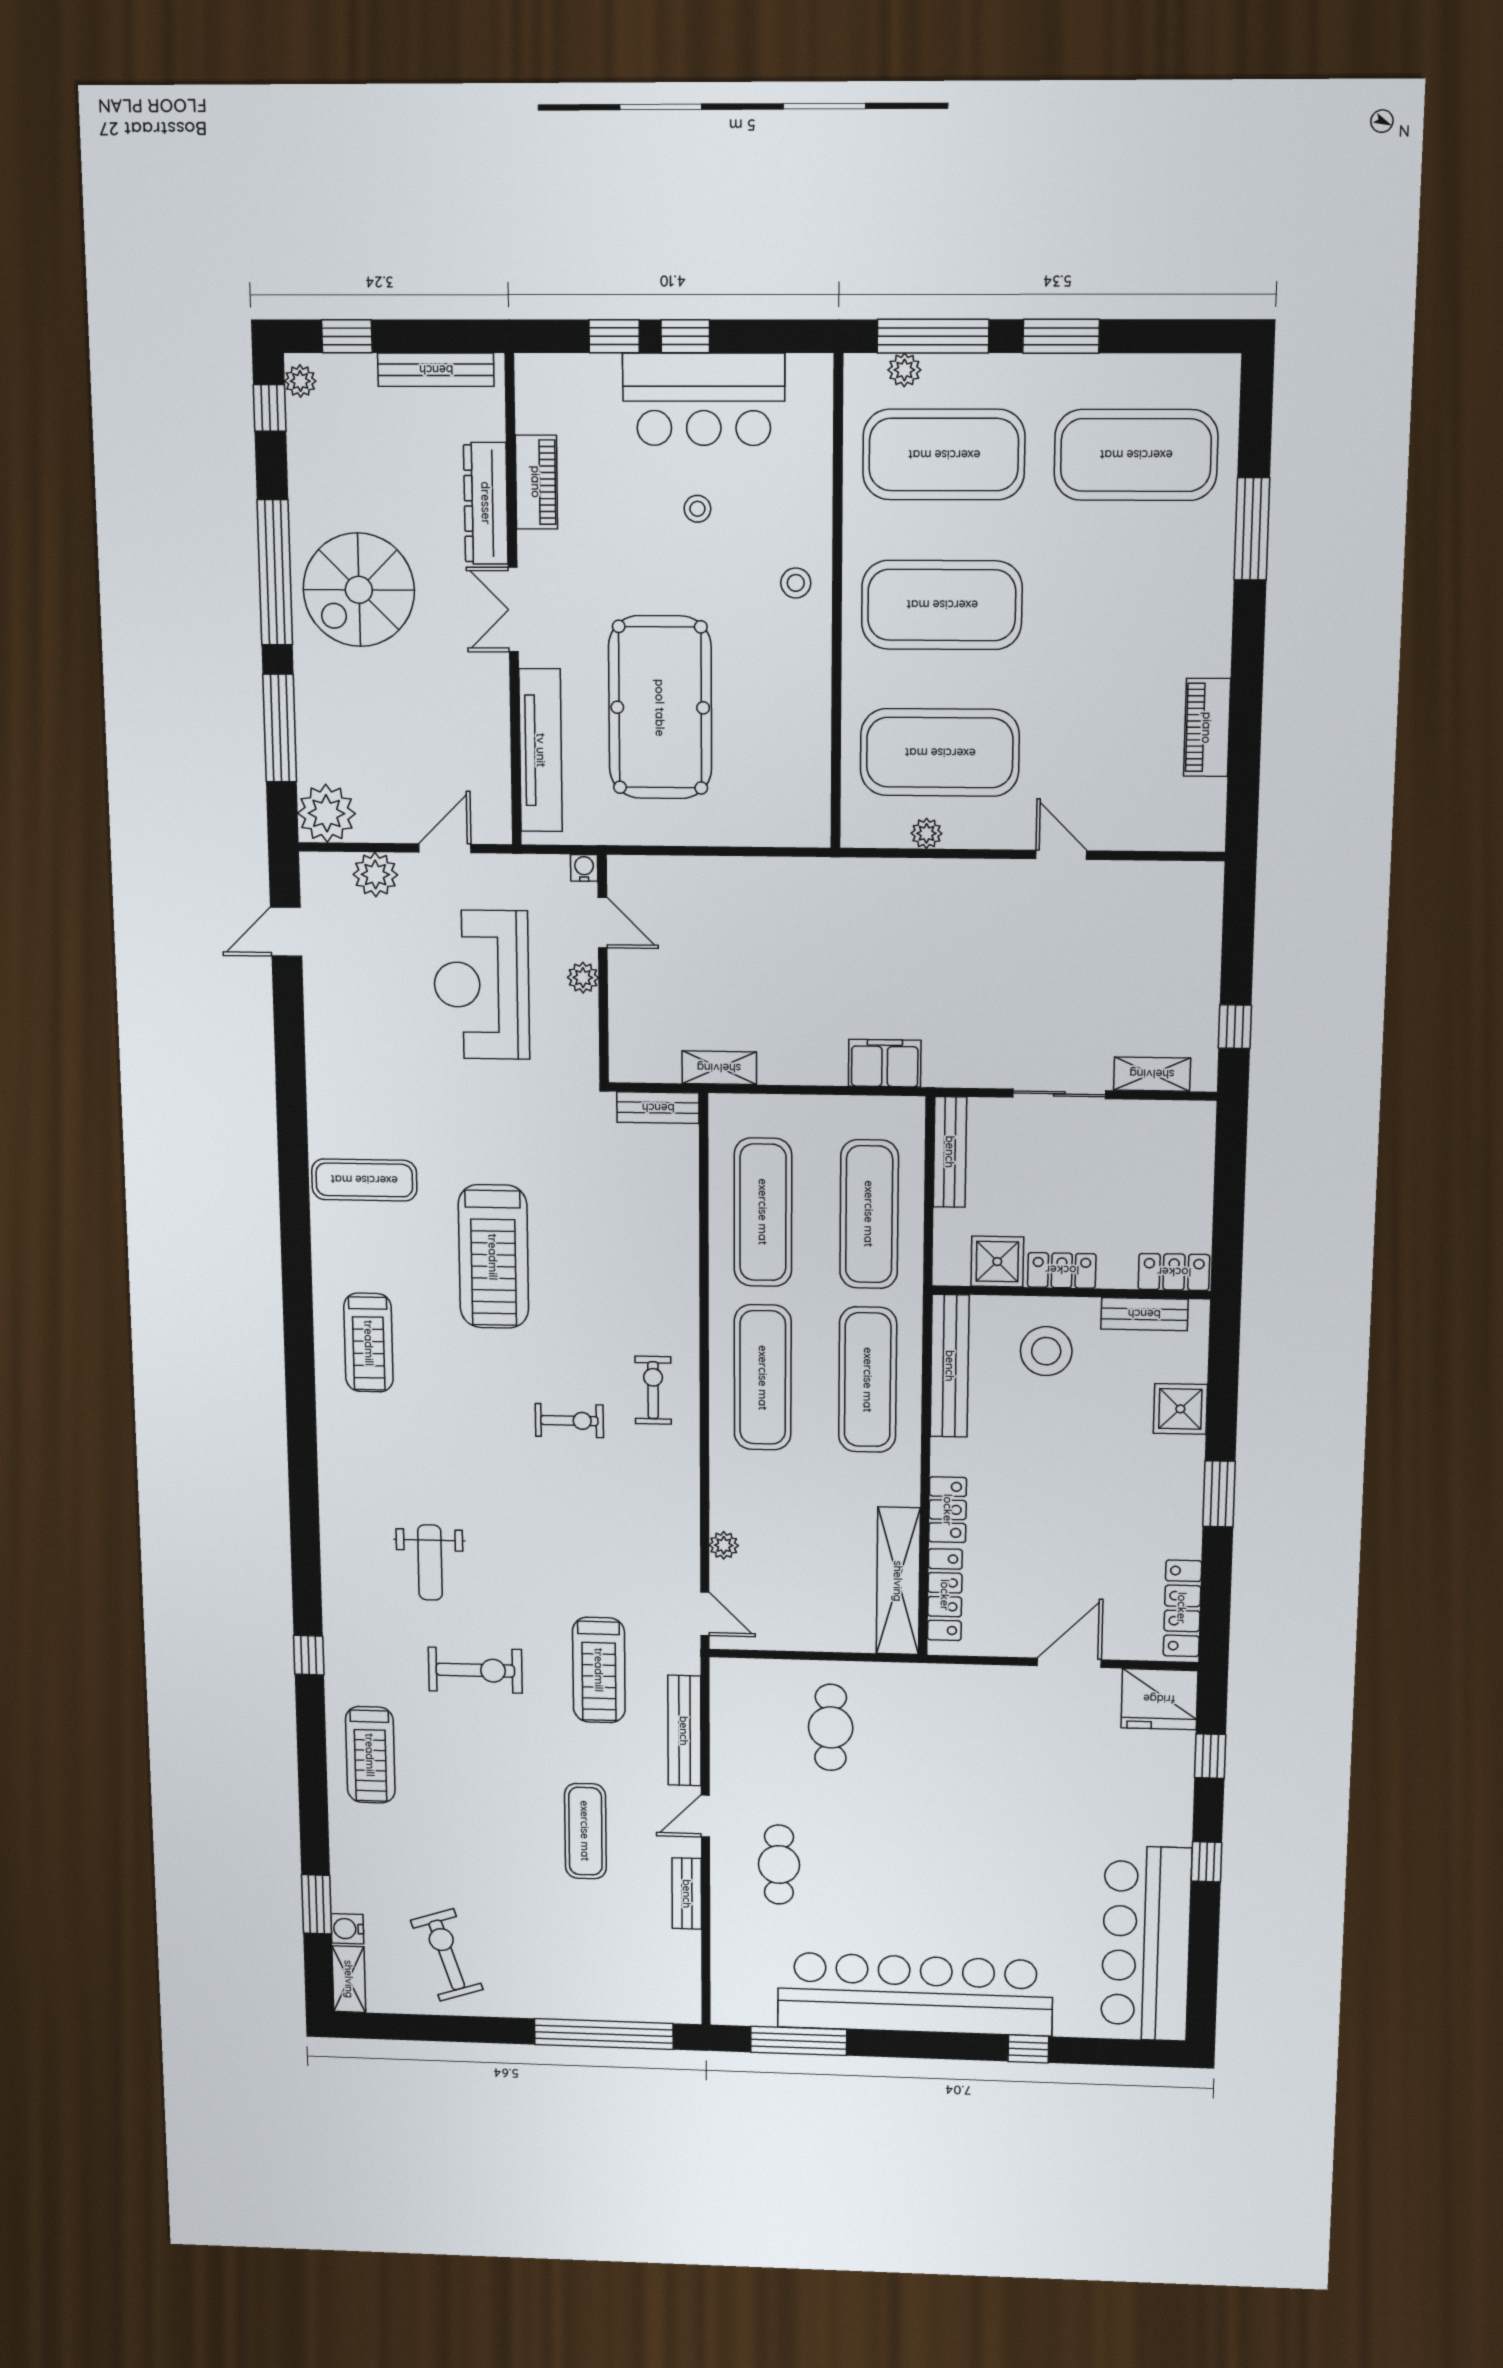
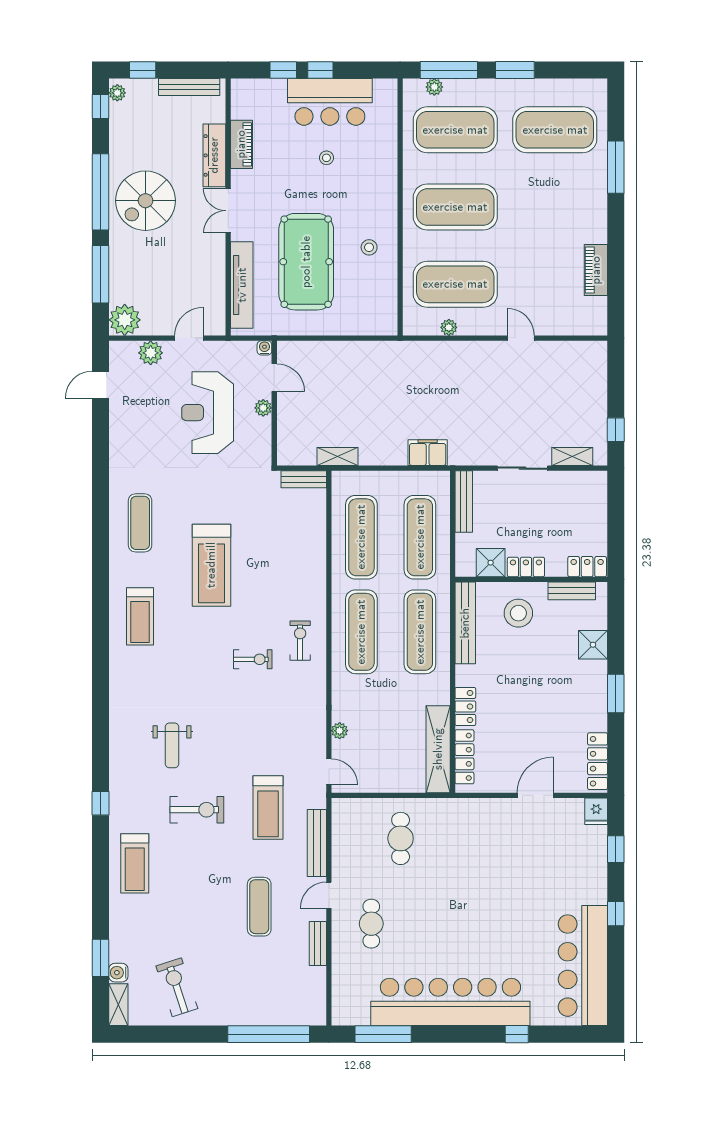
stool: (796, 583) -> (369, 247), moved
exercise mat: (364, 1180) -> (140, 523), turned 90
fridge: (1159, 1699) -> (596, 811), width x0.53, depth x0.75

